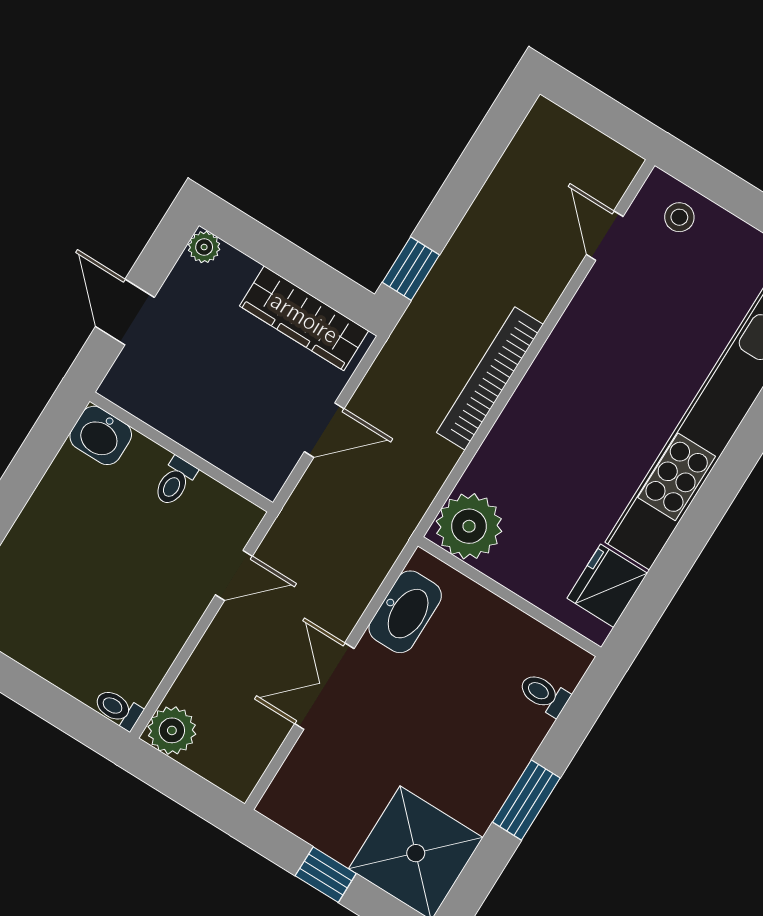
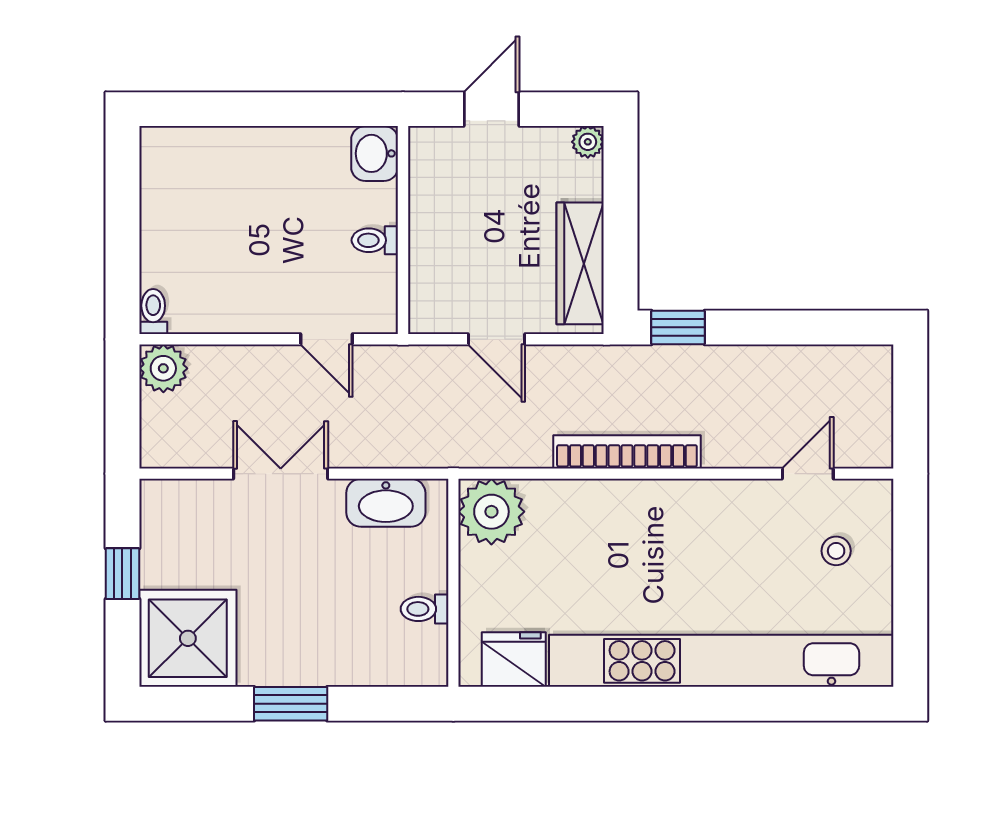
stool: (679, 217) -> (836, 551), moved
toilet: (544, 694) -> (425, 609), moved, turned -90

